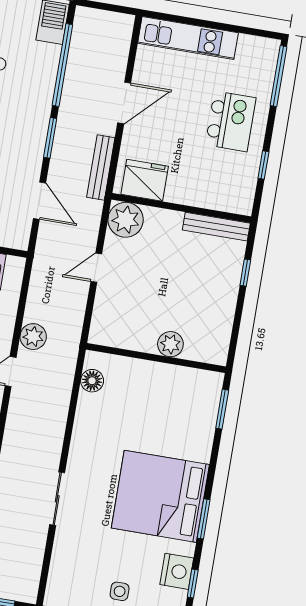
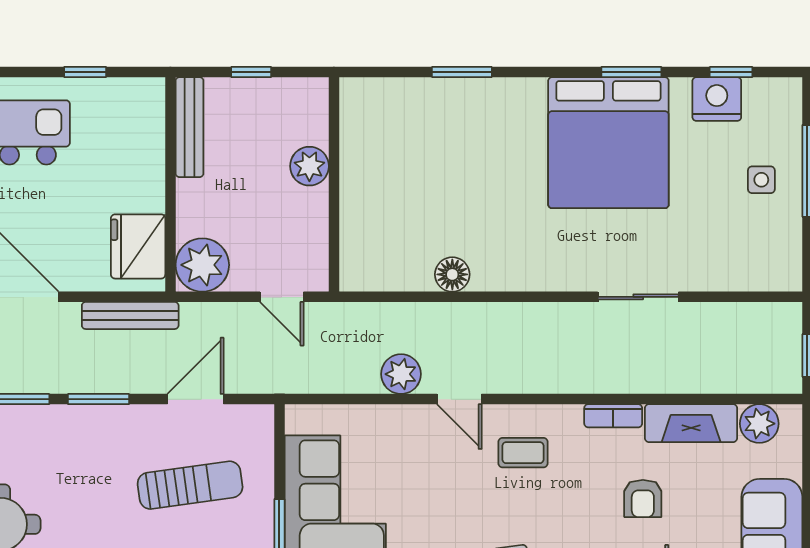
plant: (170, 344) -> (309, 166), moved
wall: (156, 358) -> (334, 184), moved

